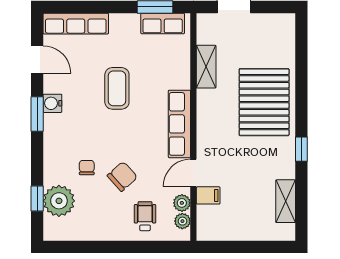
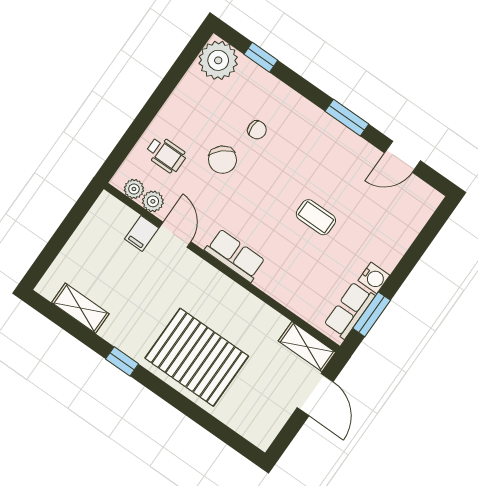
row of seats: (76, 24) -> (411, 222), removed
shelving: (206, 67) -> (307, 347), moved
coffee table: (117, 88) -> (316, 217), width x0.73, depth x0.77
water cooler: (52, 103) -> (374, 278), moved, turned 90
row of seats: (179, 124) -> (235, 255), width x0.68
plant: (59, 201) -> (218, 60), moved

